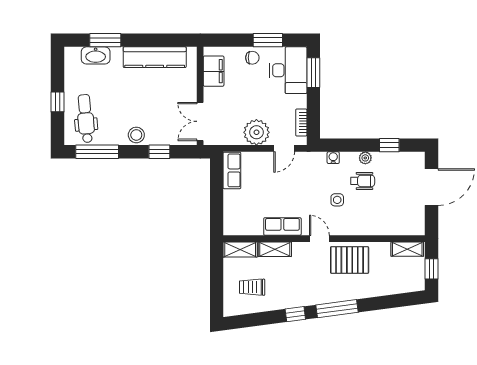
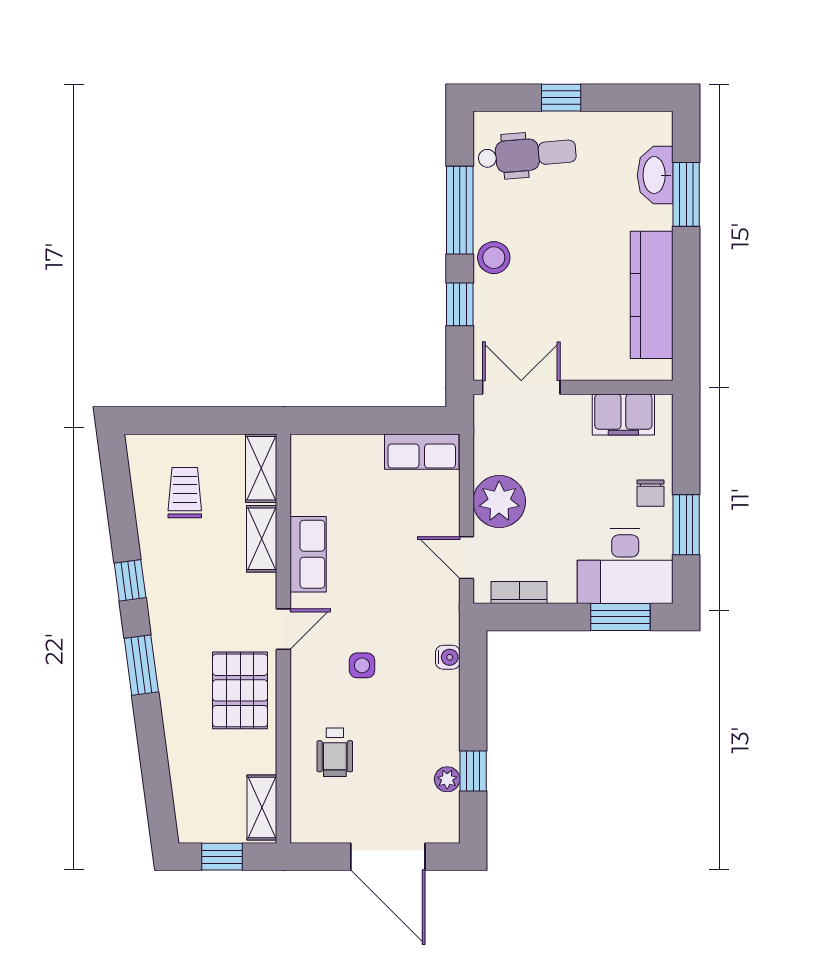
window: (97, 152) -> (460, 210), moved
plant: (365, 158) -> (447, 779), moved
wheelchair: (363, 181) -> (335, 752), moved
window: (337, 309) -> (141, 665), width x0.69

